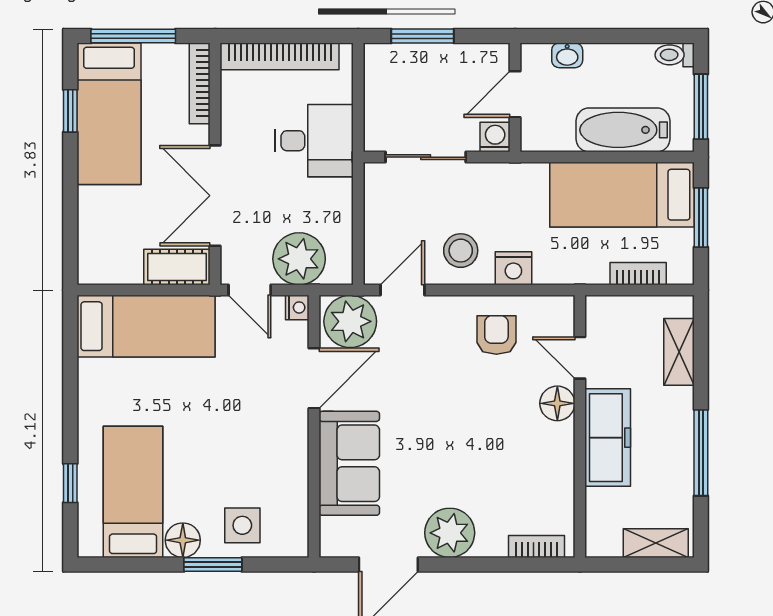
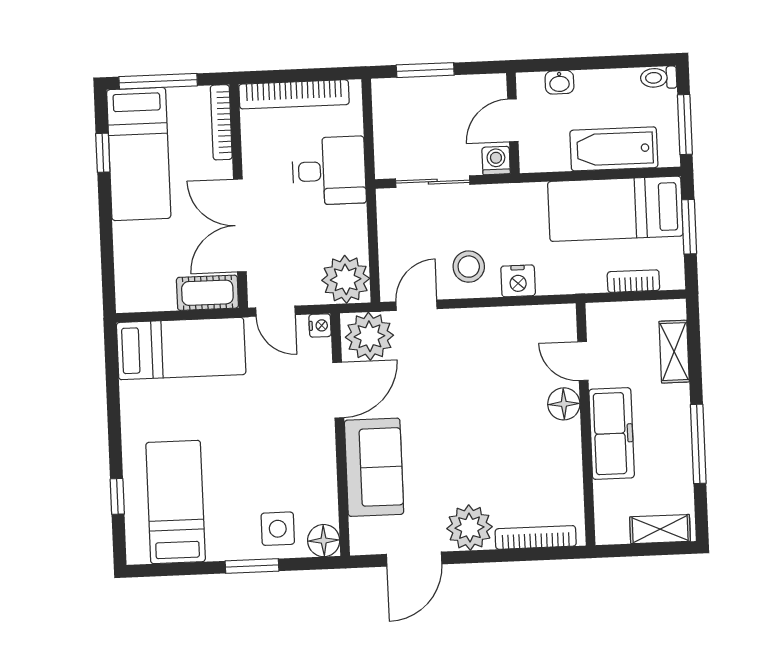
plant: (299, 259) -> (346, 279), moved
armchair: (496, 335) -> (505, 343), removed
floor lamp: (183, 540) -> (324, 541), moved
bookcase: (536, 546) -> (536, 537), width x1.56

